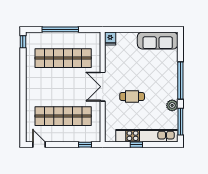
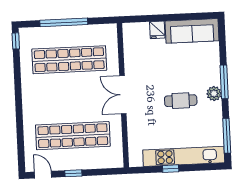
fridge: (110, 38) -> (157, 30), moved
window: (180, 80) -> (224, 82), width x0.68
cafe table: (132, 97) -> (181, 101), moved
plant: (172, 105) -> (214, 94), moved
window: (85, 145) -> (73, 173), moved

